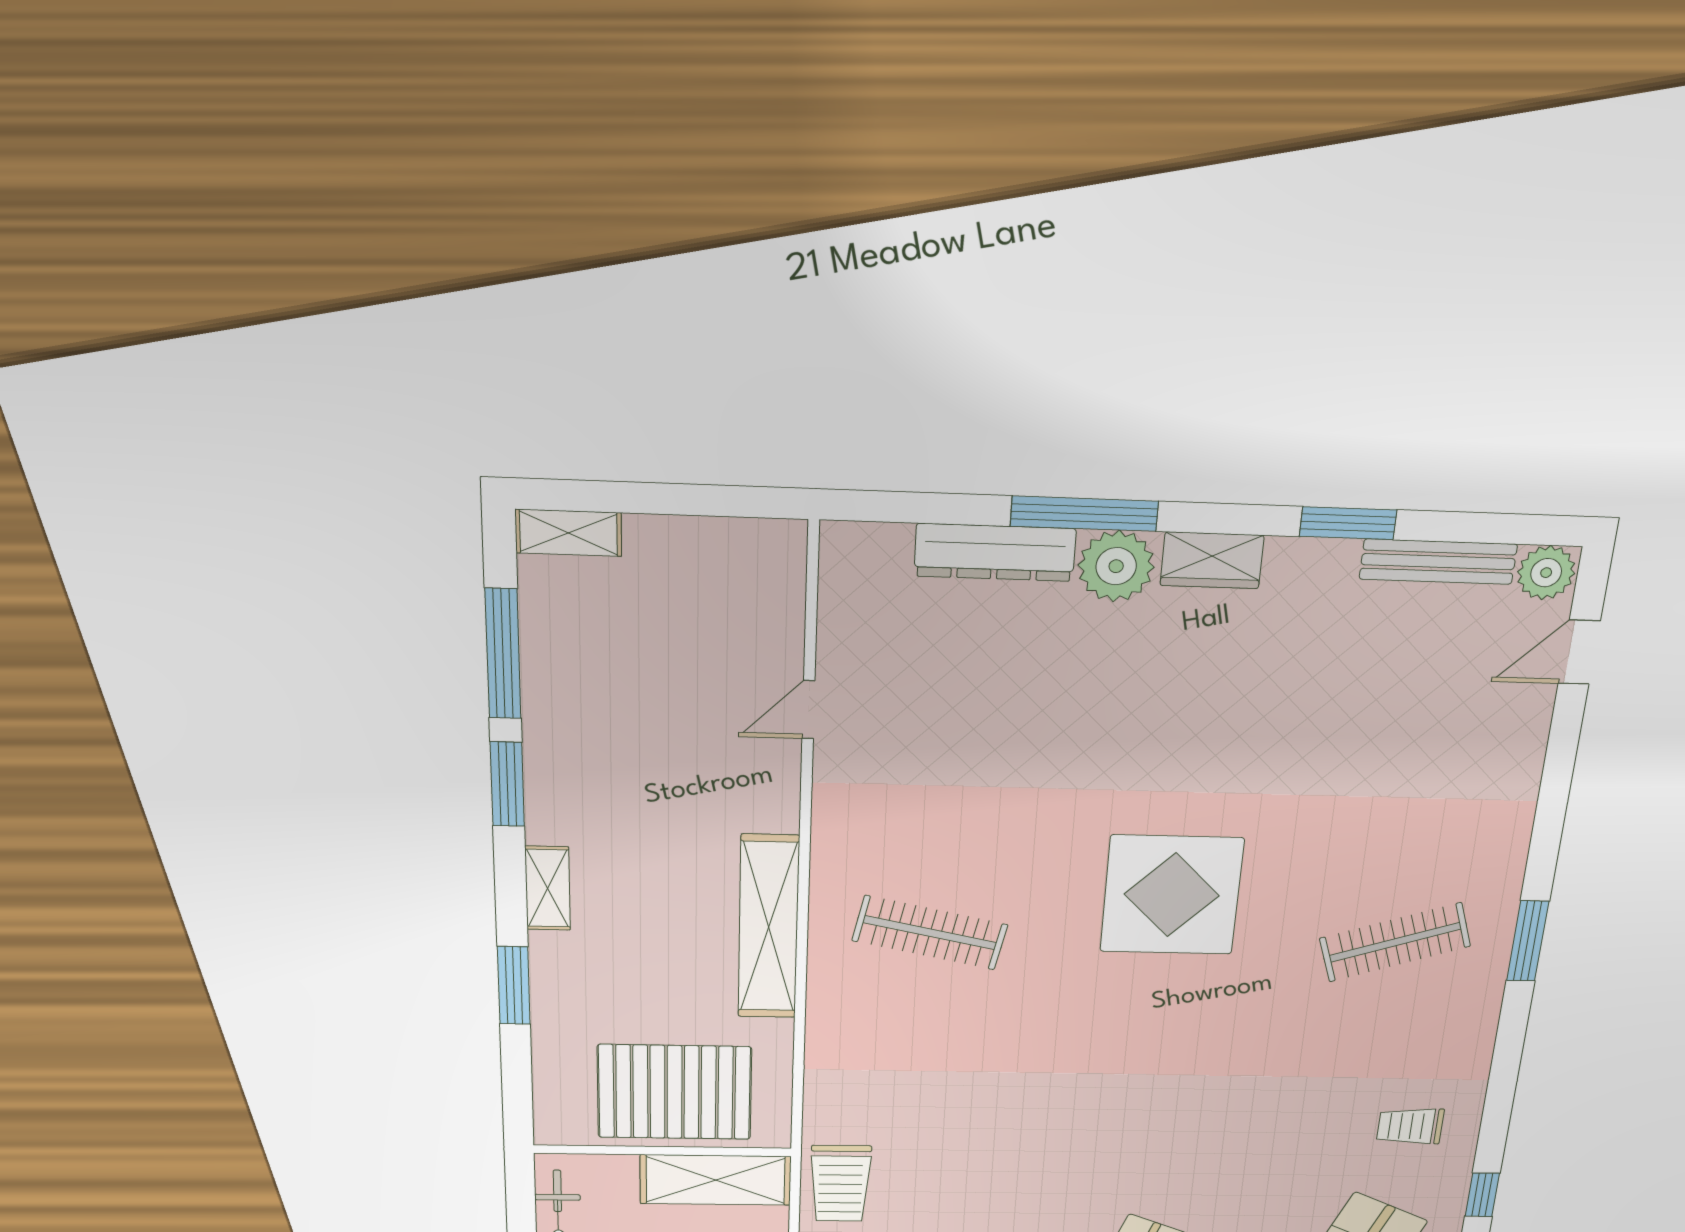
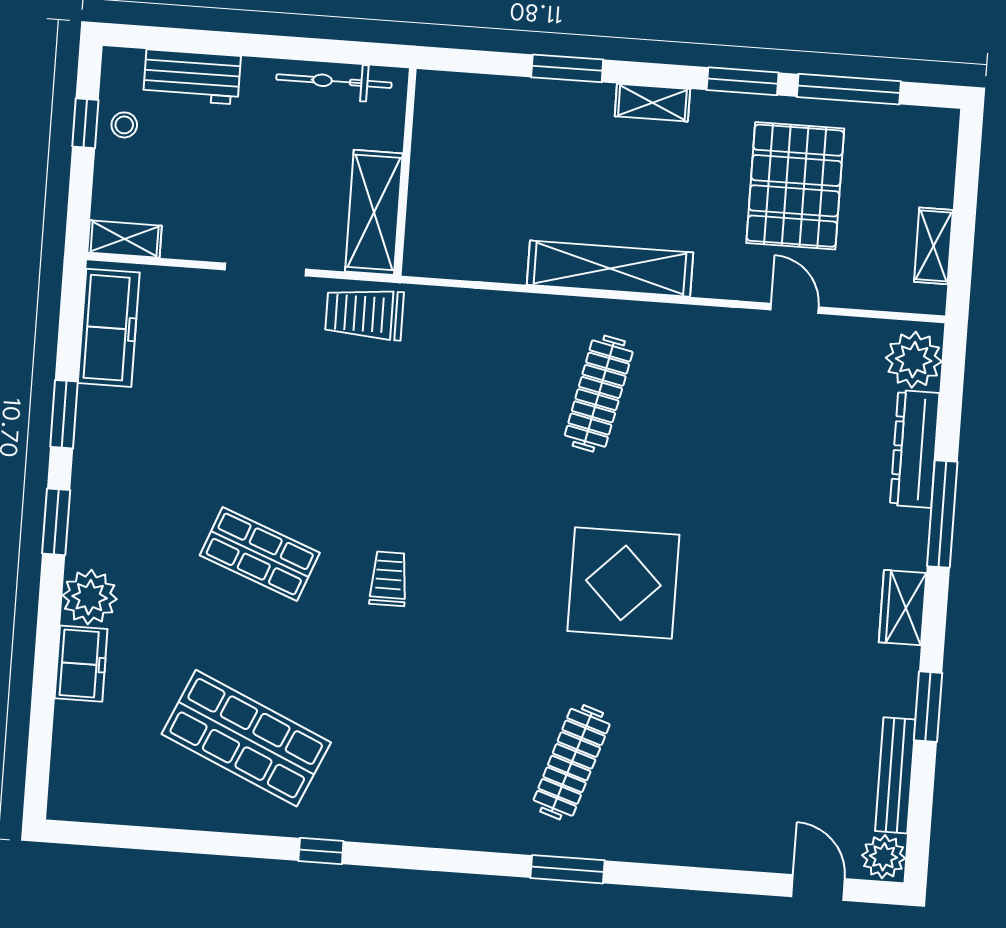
shelving: (568, 533) -> (933, 246), moved
plant: (1116, 566) -> (914, 360), moved
clothes rail: (1395, 942) -> (572, 762), turned 36
pallet: (675, 1092) -> (795, 186), moved
trolley: (1410, 1126) -> (389, 579), moved

